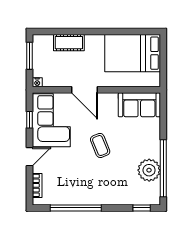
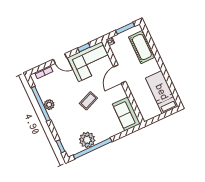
cot: (69, 43) -> (142, 47), width x1.37, depth x1.34
bed: (133, 53) -> (162, 92), width x0.67
plant: (82, 198) -> (49, 105), added

